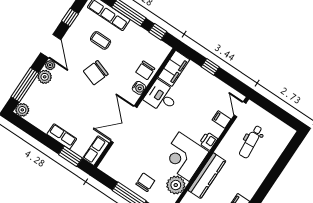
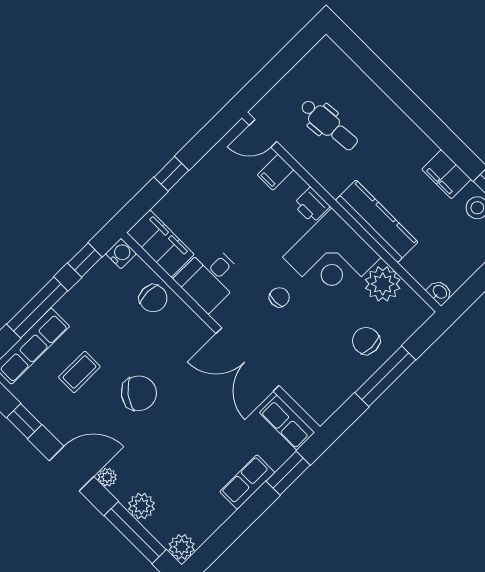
chair: (96, 73) -> (139, 393), turned -72
plant: (45, 77) -> (142, 506), moved
water cooler: (139, 88) -> (121, 254), moved
chair: (159, 134) -> (279, 297), added

